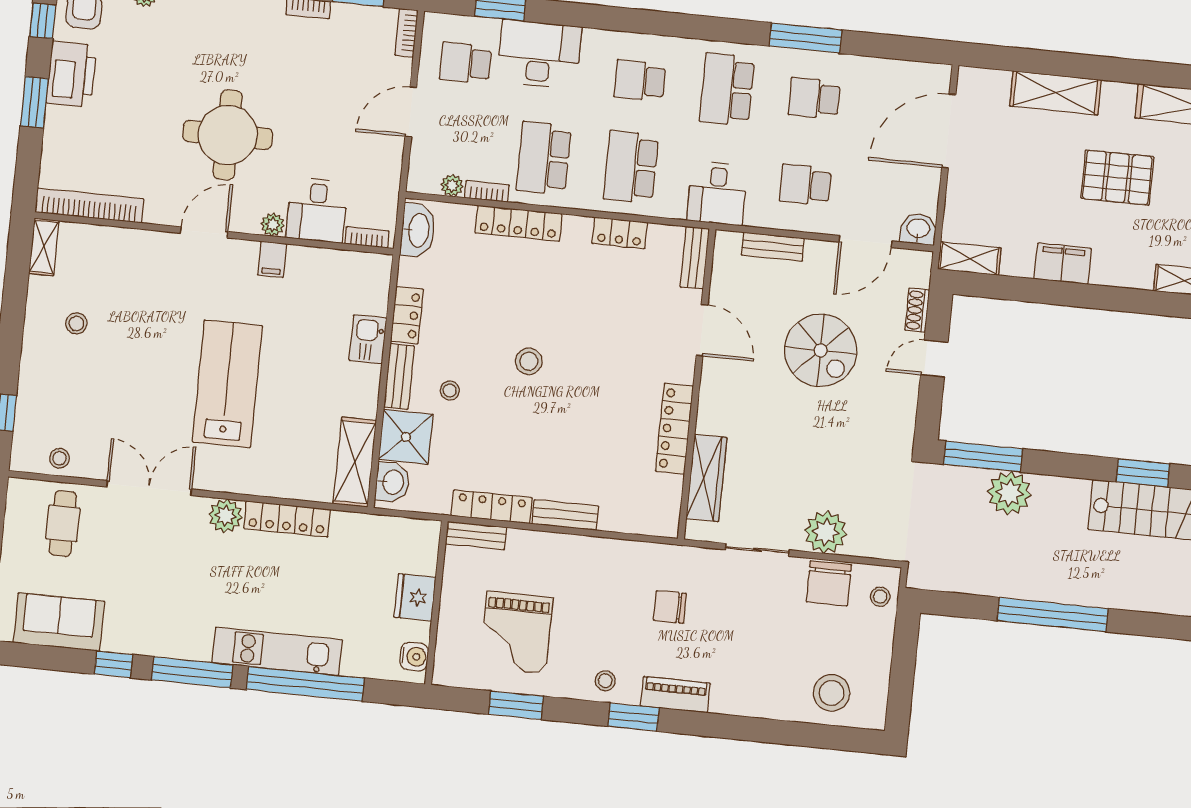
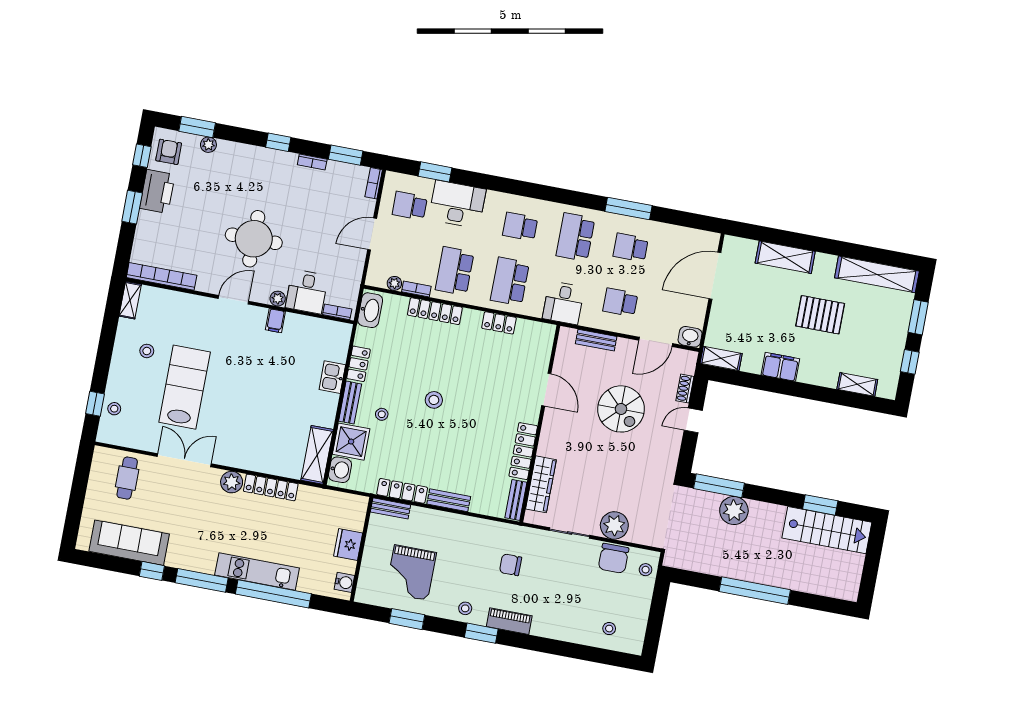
bench: (695, 258) -> (516, 500), moved
lab bench: (227, 384) -> (185, 387), moved
stool: (59, 458) -> (114, 409), moved
sofa: (59, 622) -> (129, 543), width x1.36
stool: (831, 693) -> (609, 629), width x0.53, depth x0.53

